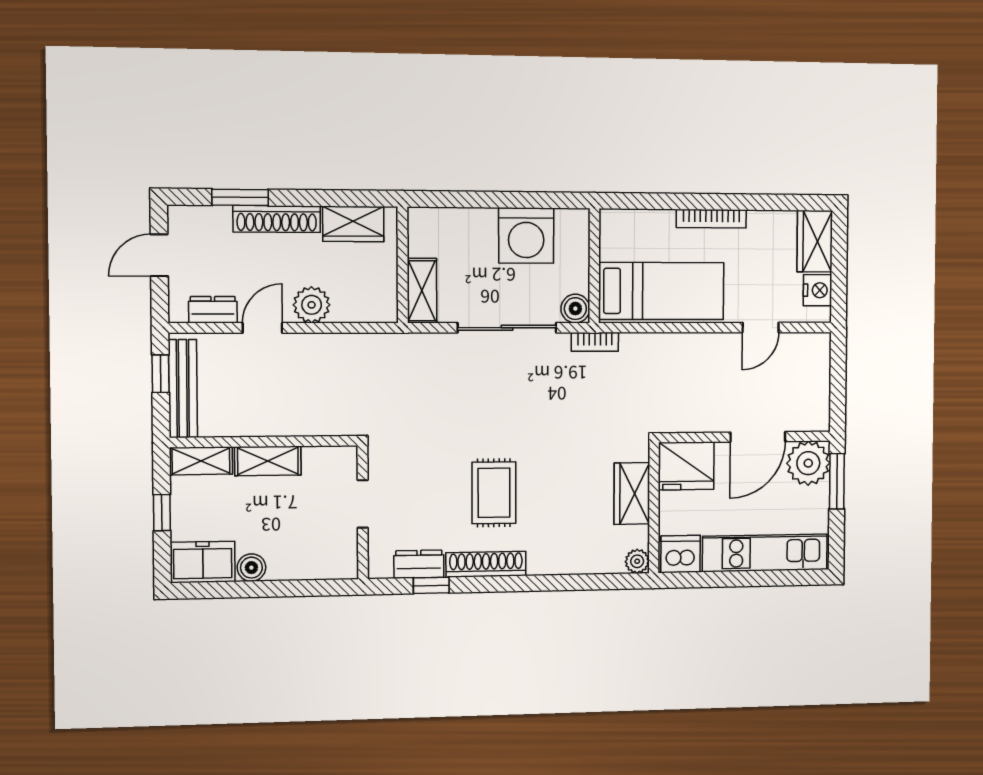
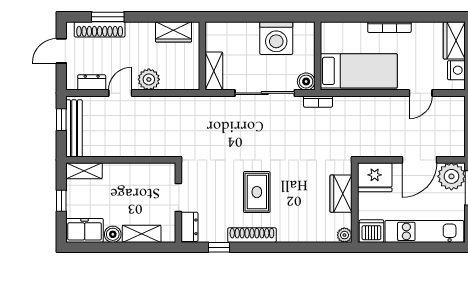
shoe rack: (277, 219) -> (100, 29), moved
shelving: (268, 461) -> (142, 234), moved
dresser: (419, 564) -> (189, 227), moved, turned 90

